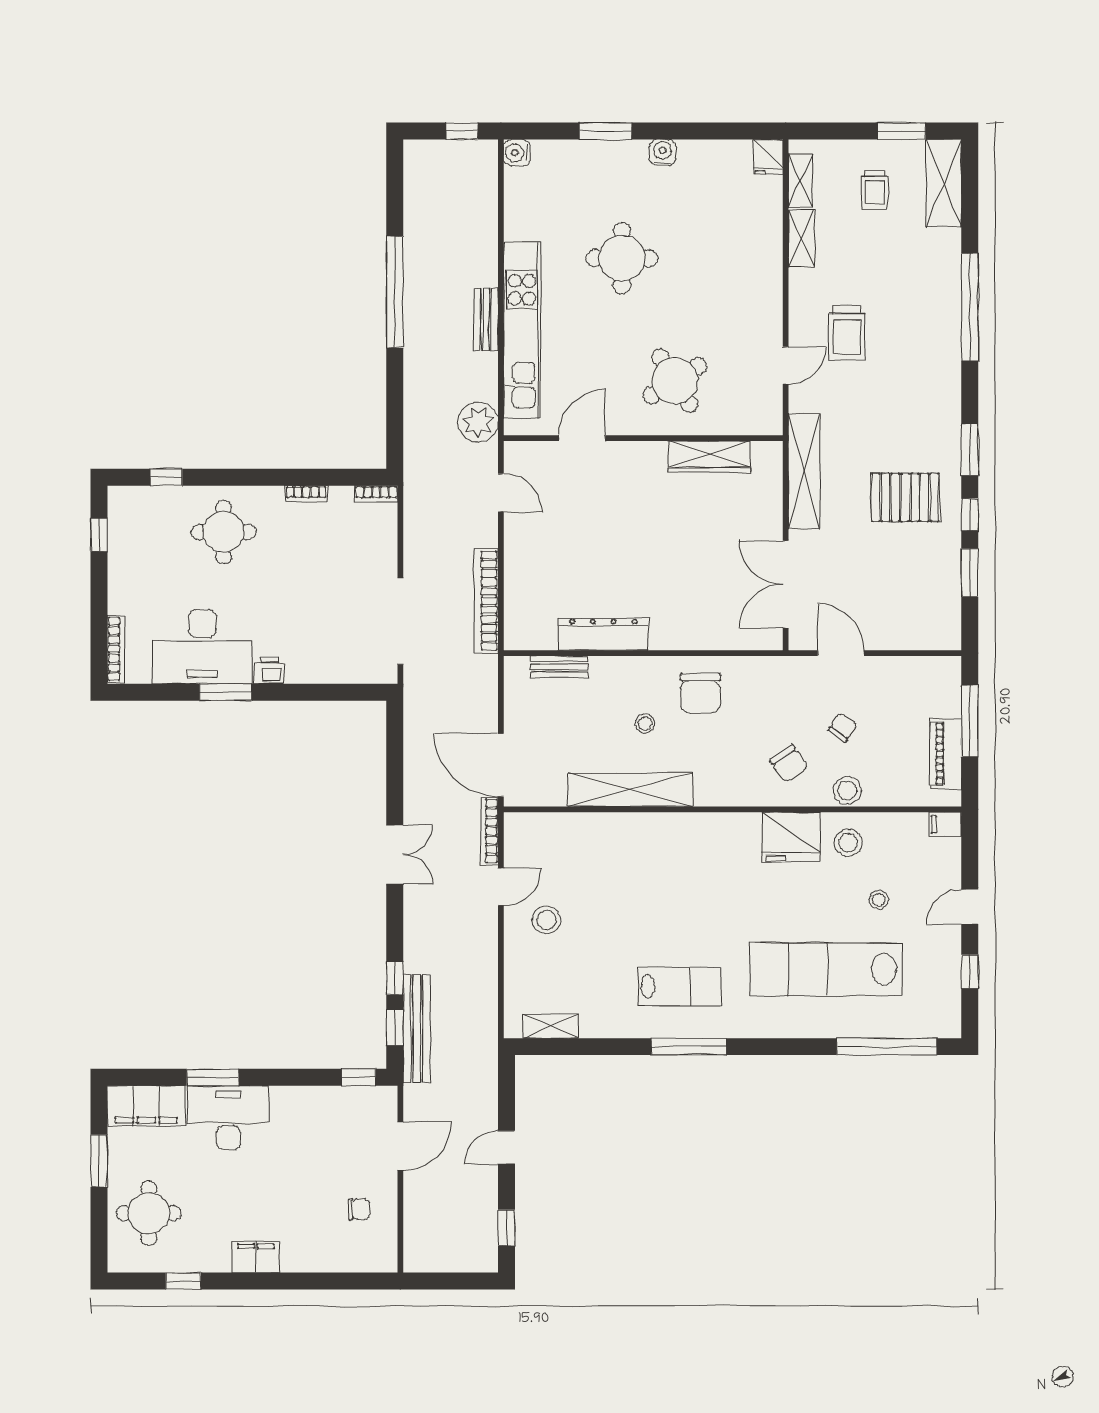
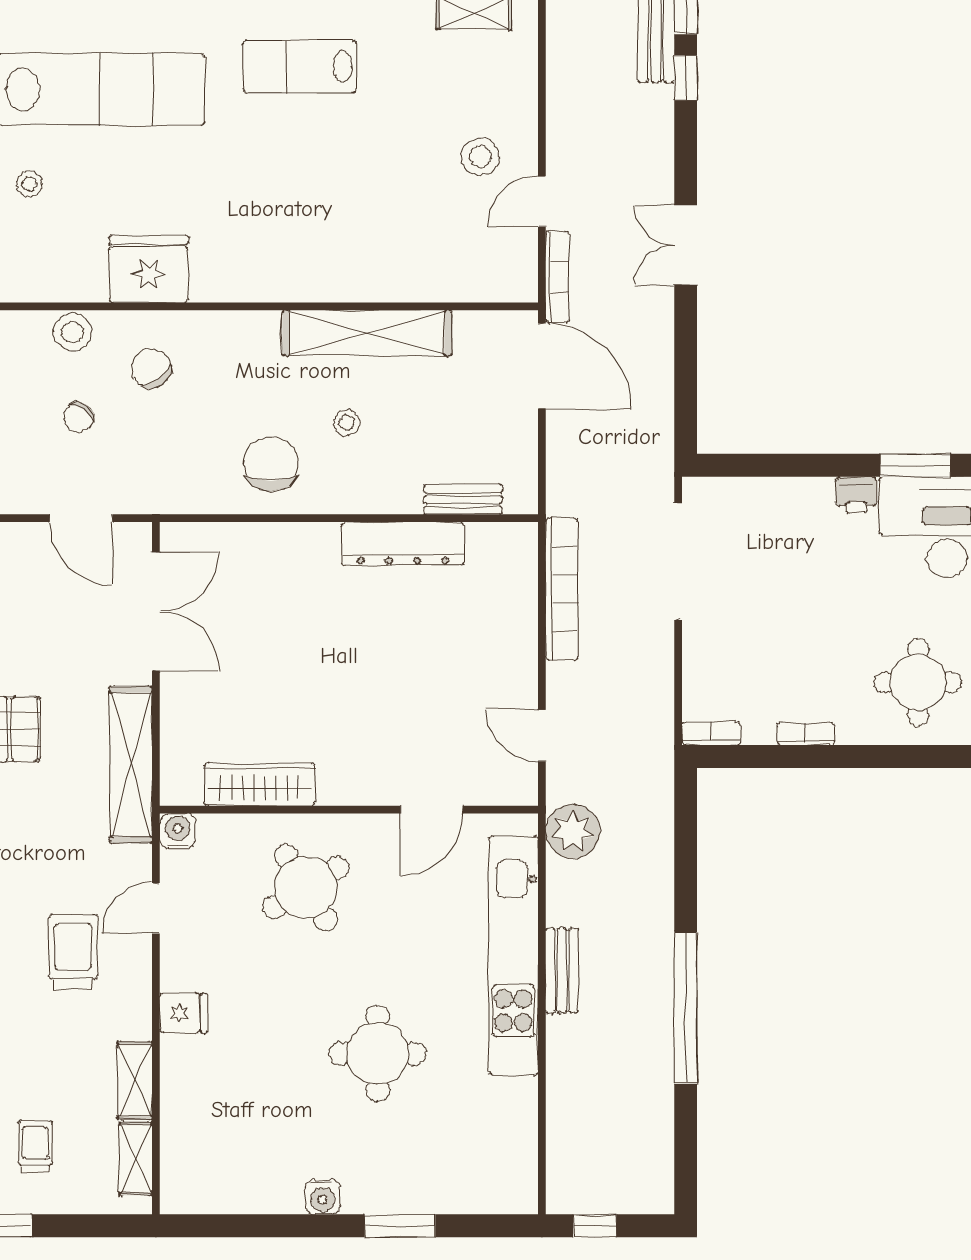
water cooler: (517, 153) -> (178, 831), moved, turned -90
fridge: (768, 157) -> (183, 1013), moved, turned 90
stool: (848, 843) -> (71, 261), removed

